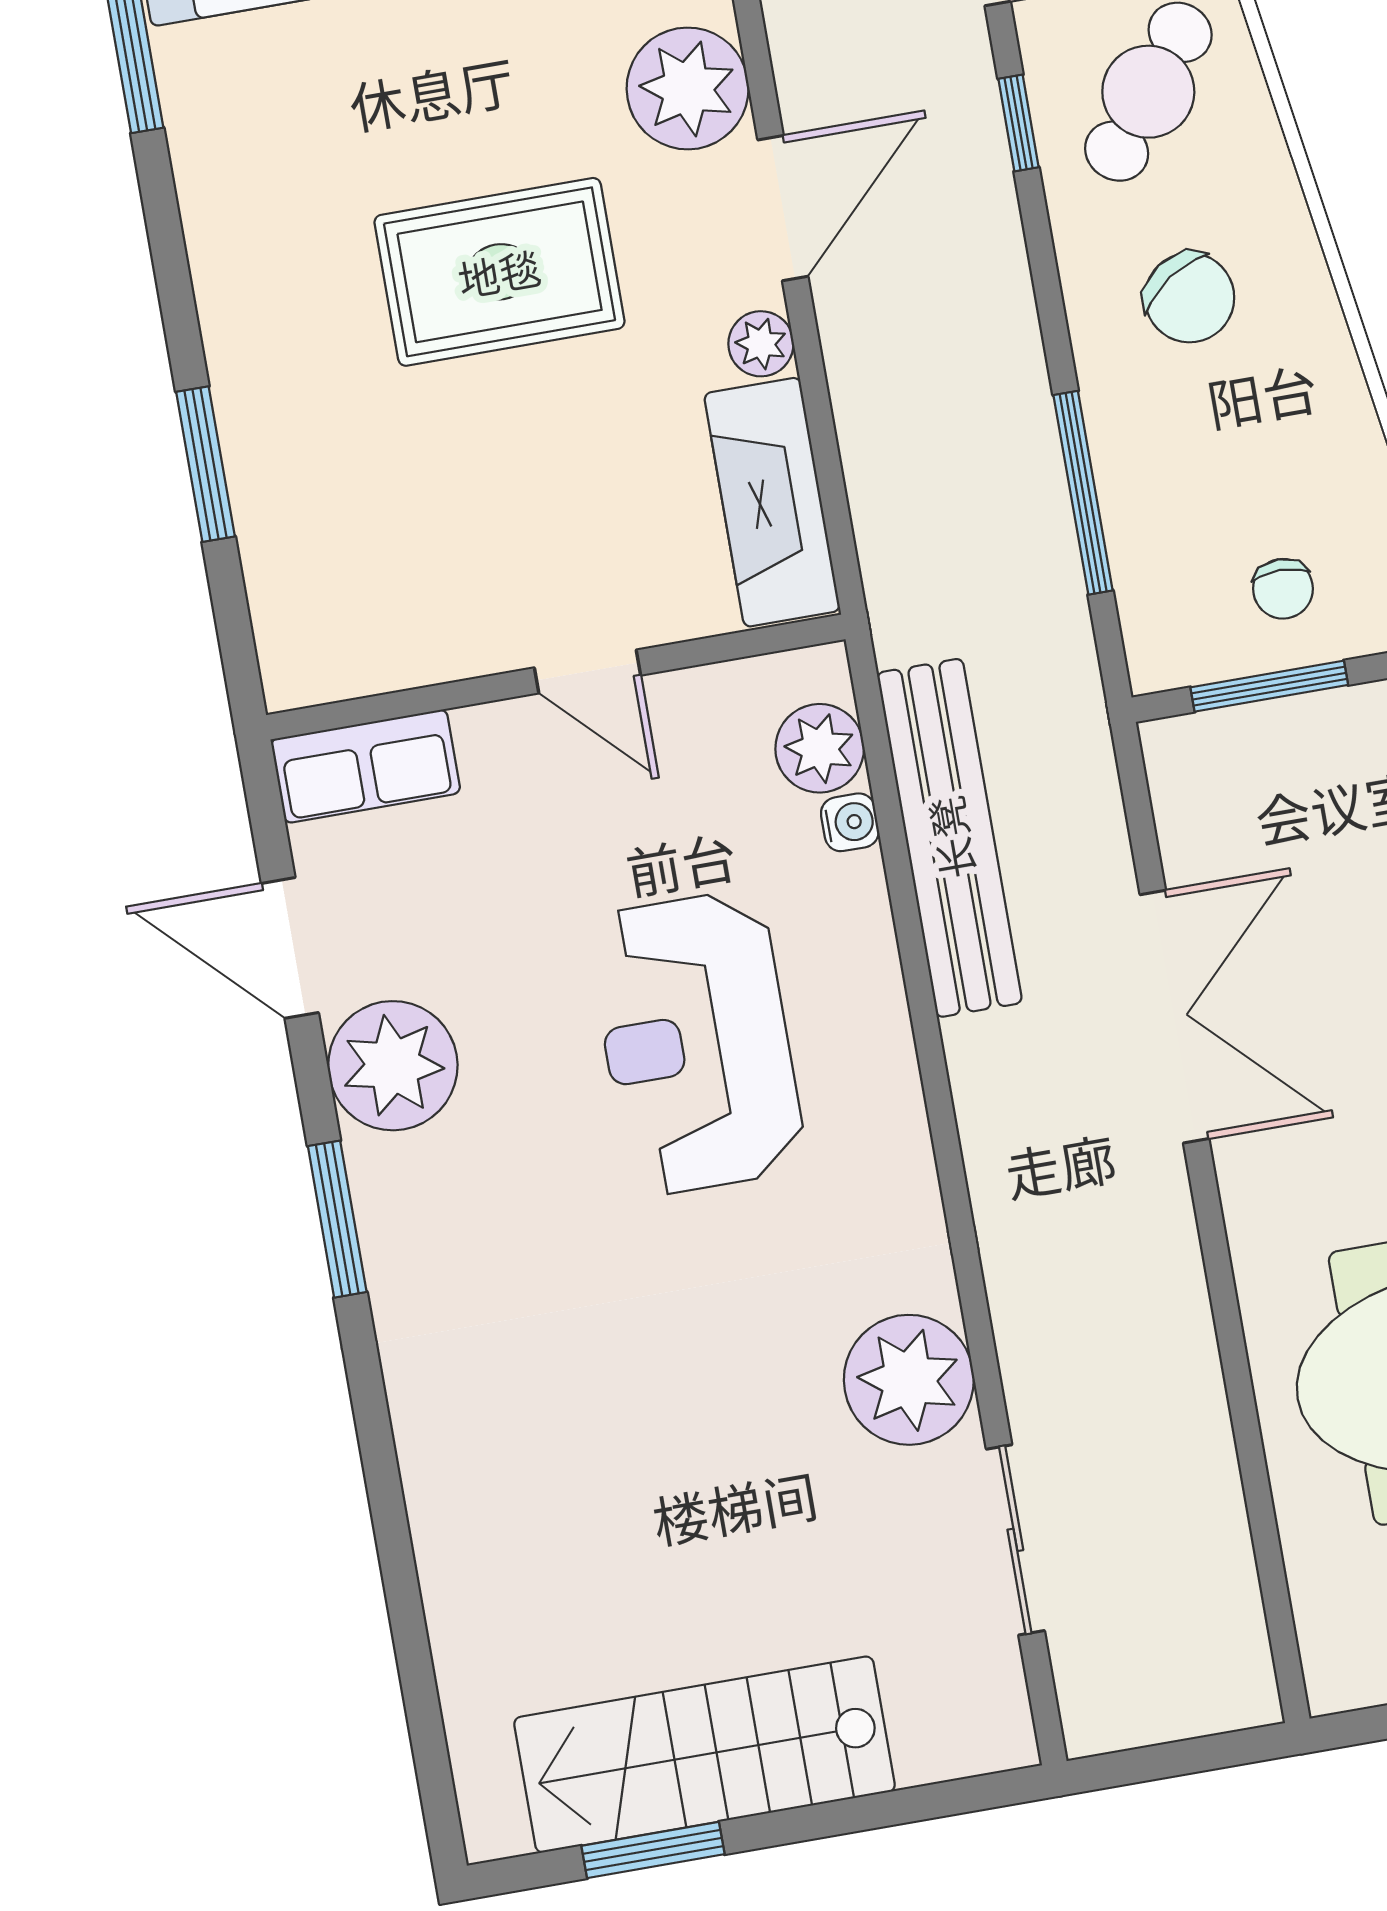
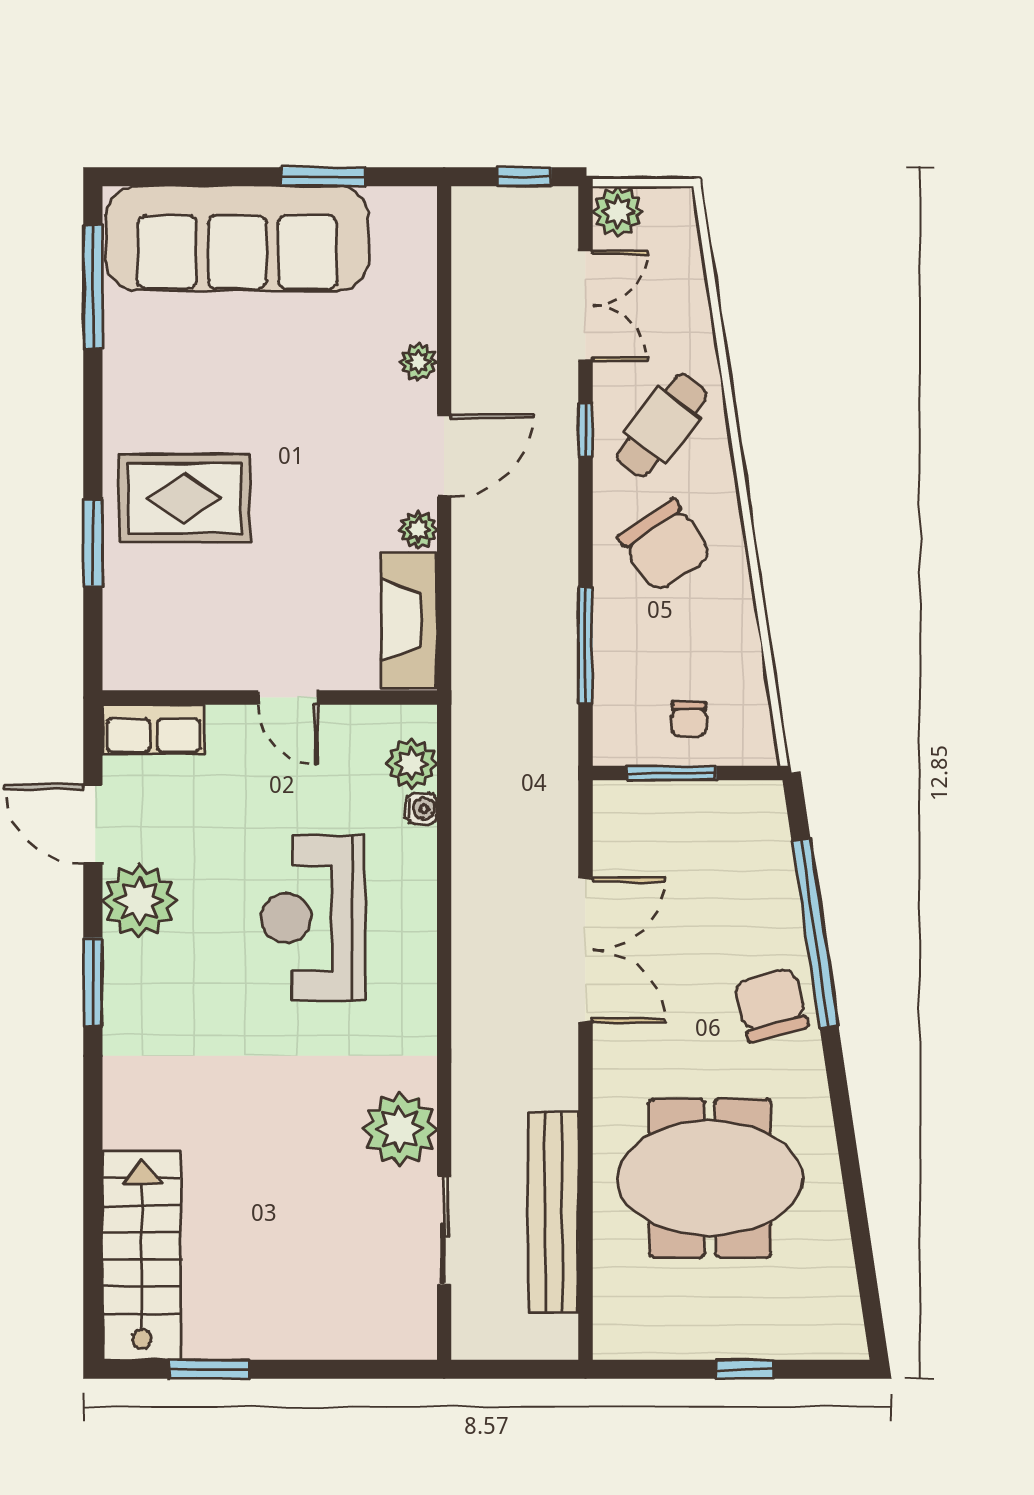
plant: (688, 88) -> (418, 362), width x0.53, depth x0.53
rug: (499, 272) -> (184, 498), moved
chair: (1190, 298) -> (665, 546), width x1.37, depth x1.37
bench: (950, 838) -> (553, 1212), moved
stairs: (704, 1754) -> (142, 1255), moved, turned 90

